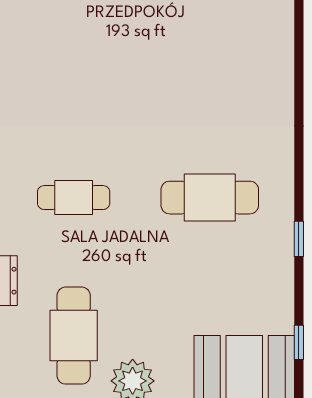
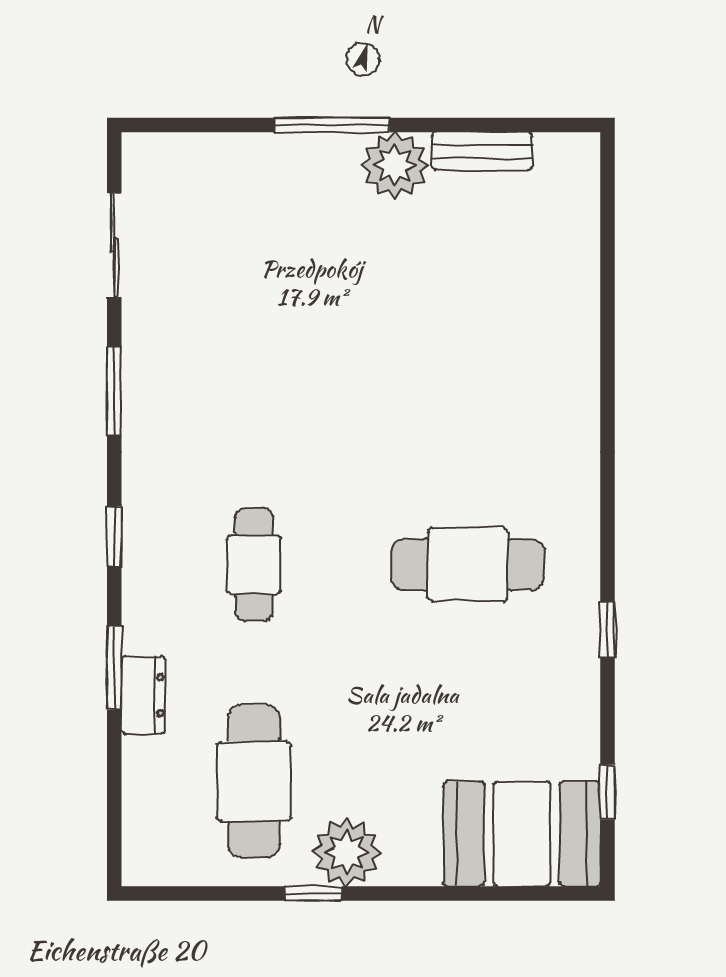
cafe table: (74, 198) -> (254, 565), turned 90

